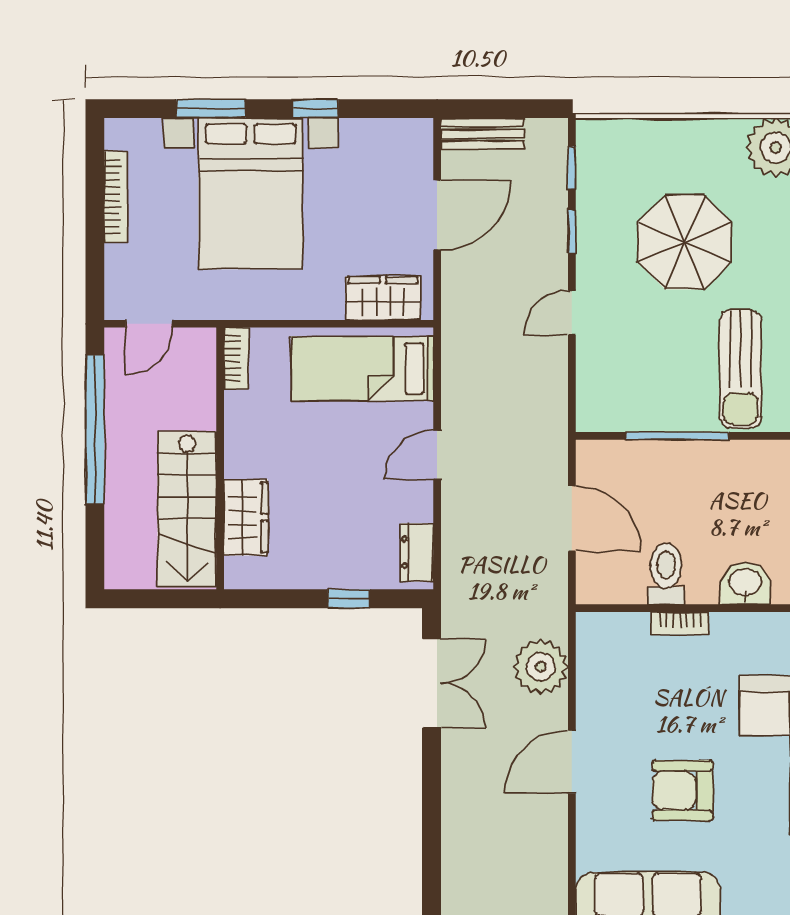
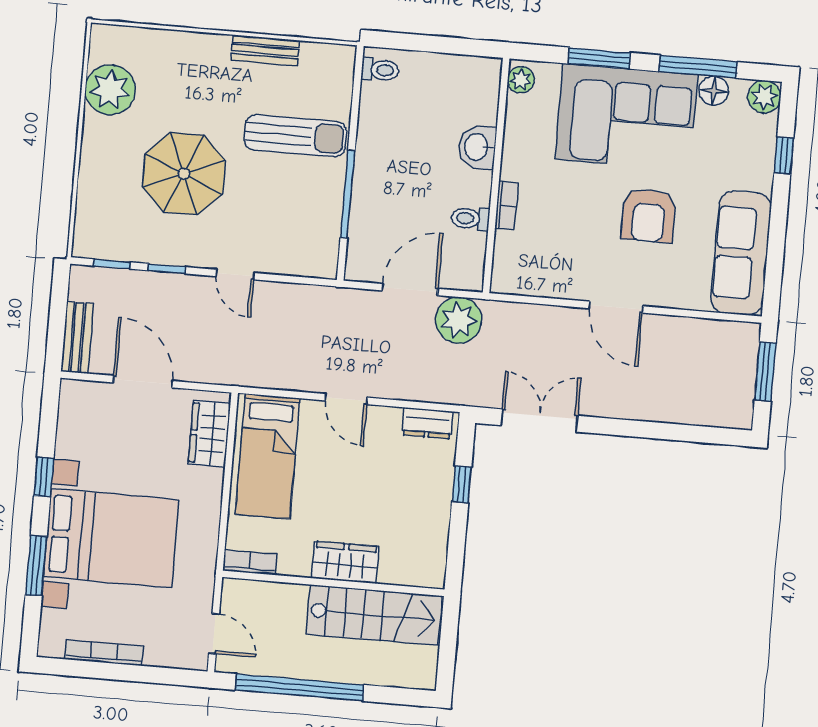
wardrobe: (246, 517) -> (345, 562), moved
toilet: (666, 574) -> (470, 219), width x0.73, depth x0.72
plant: (541, 667) -> (459, 320), moved

